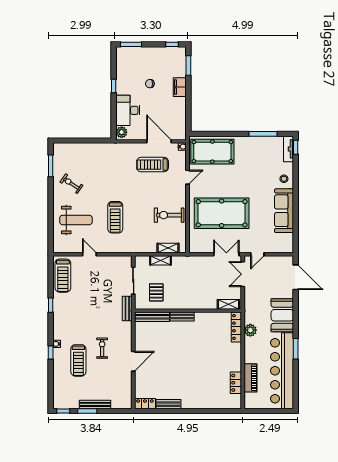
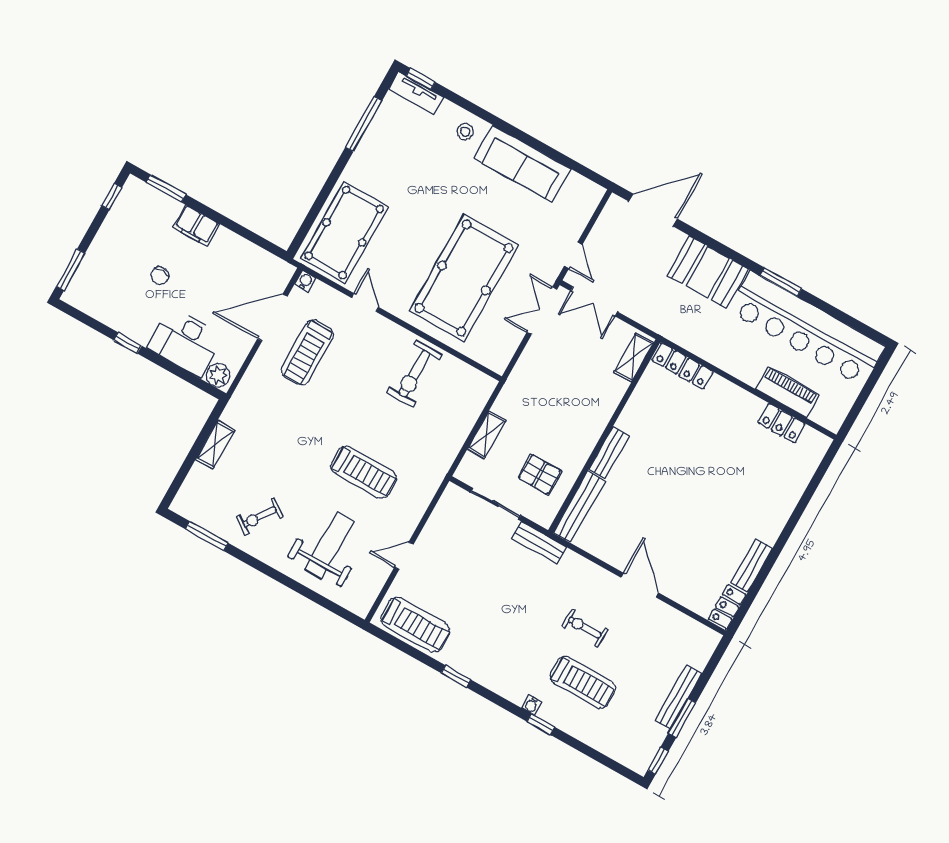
shelving: (168, 248) -> (215, 445), moved
plant: (250, 330) -> (702, 344), removed

